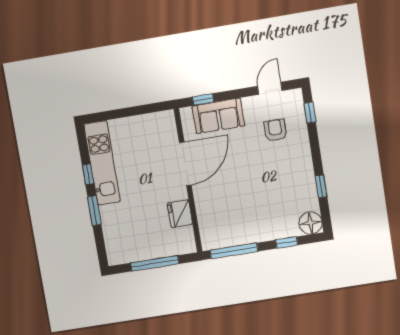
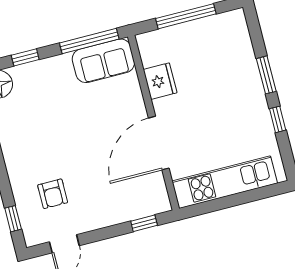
sofa: (218, 116) -> (103, 61), moved, turned 180
kitchen unit: (102, 163) -> (225, 182), moved, turned 90

